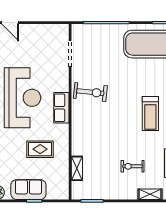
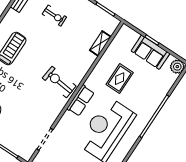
exercise bike: (90, 92) -> (59, 82), moved
rug: (40, 149) -> (120, 79), turned 90

